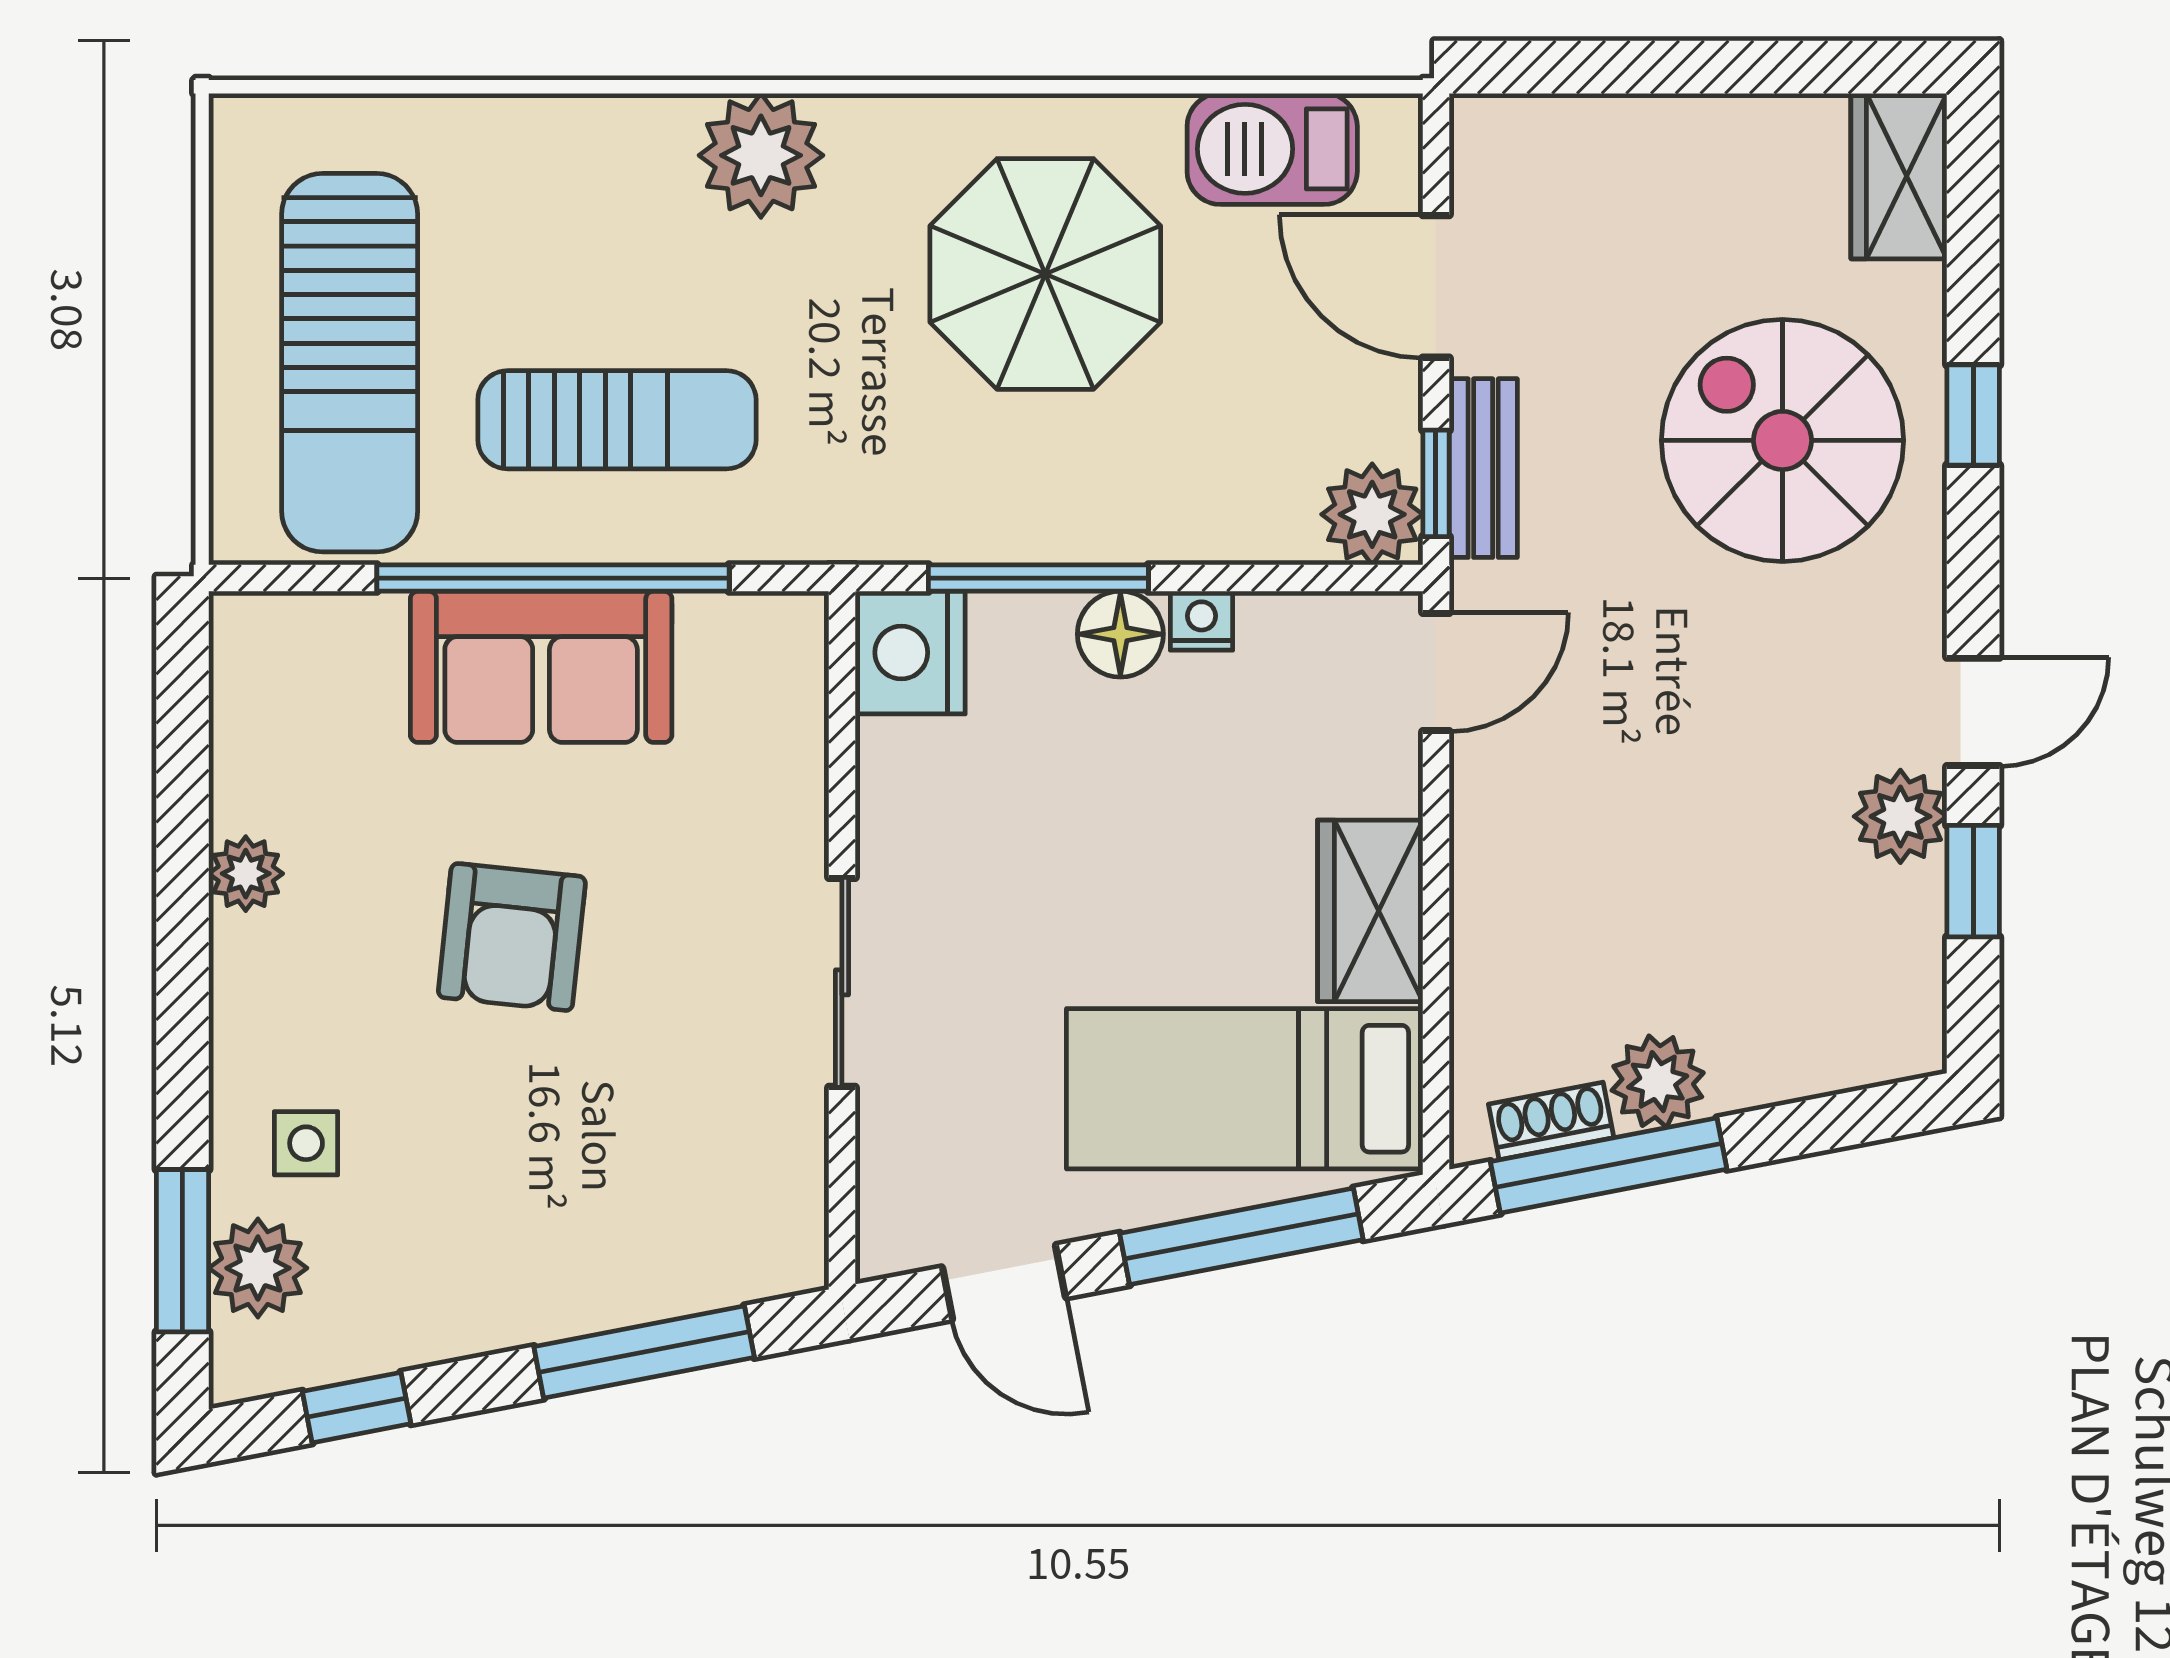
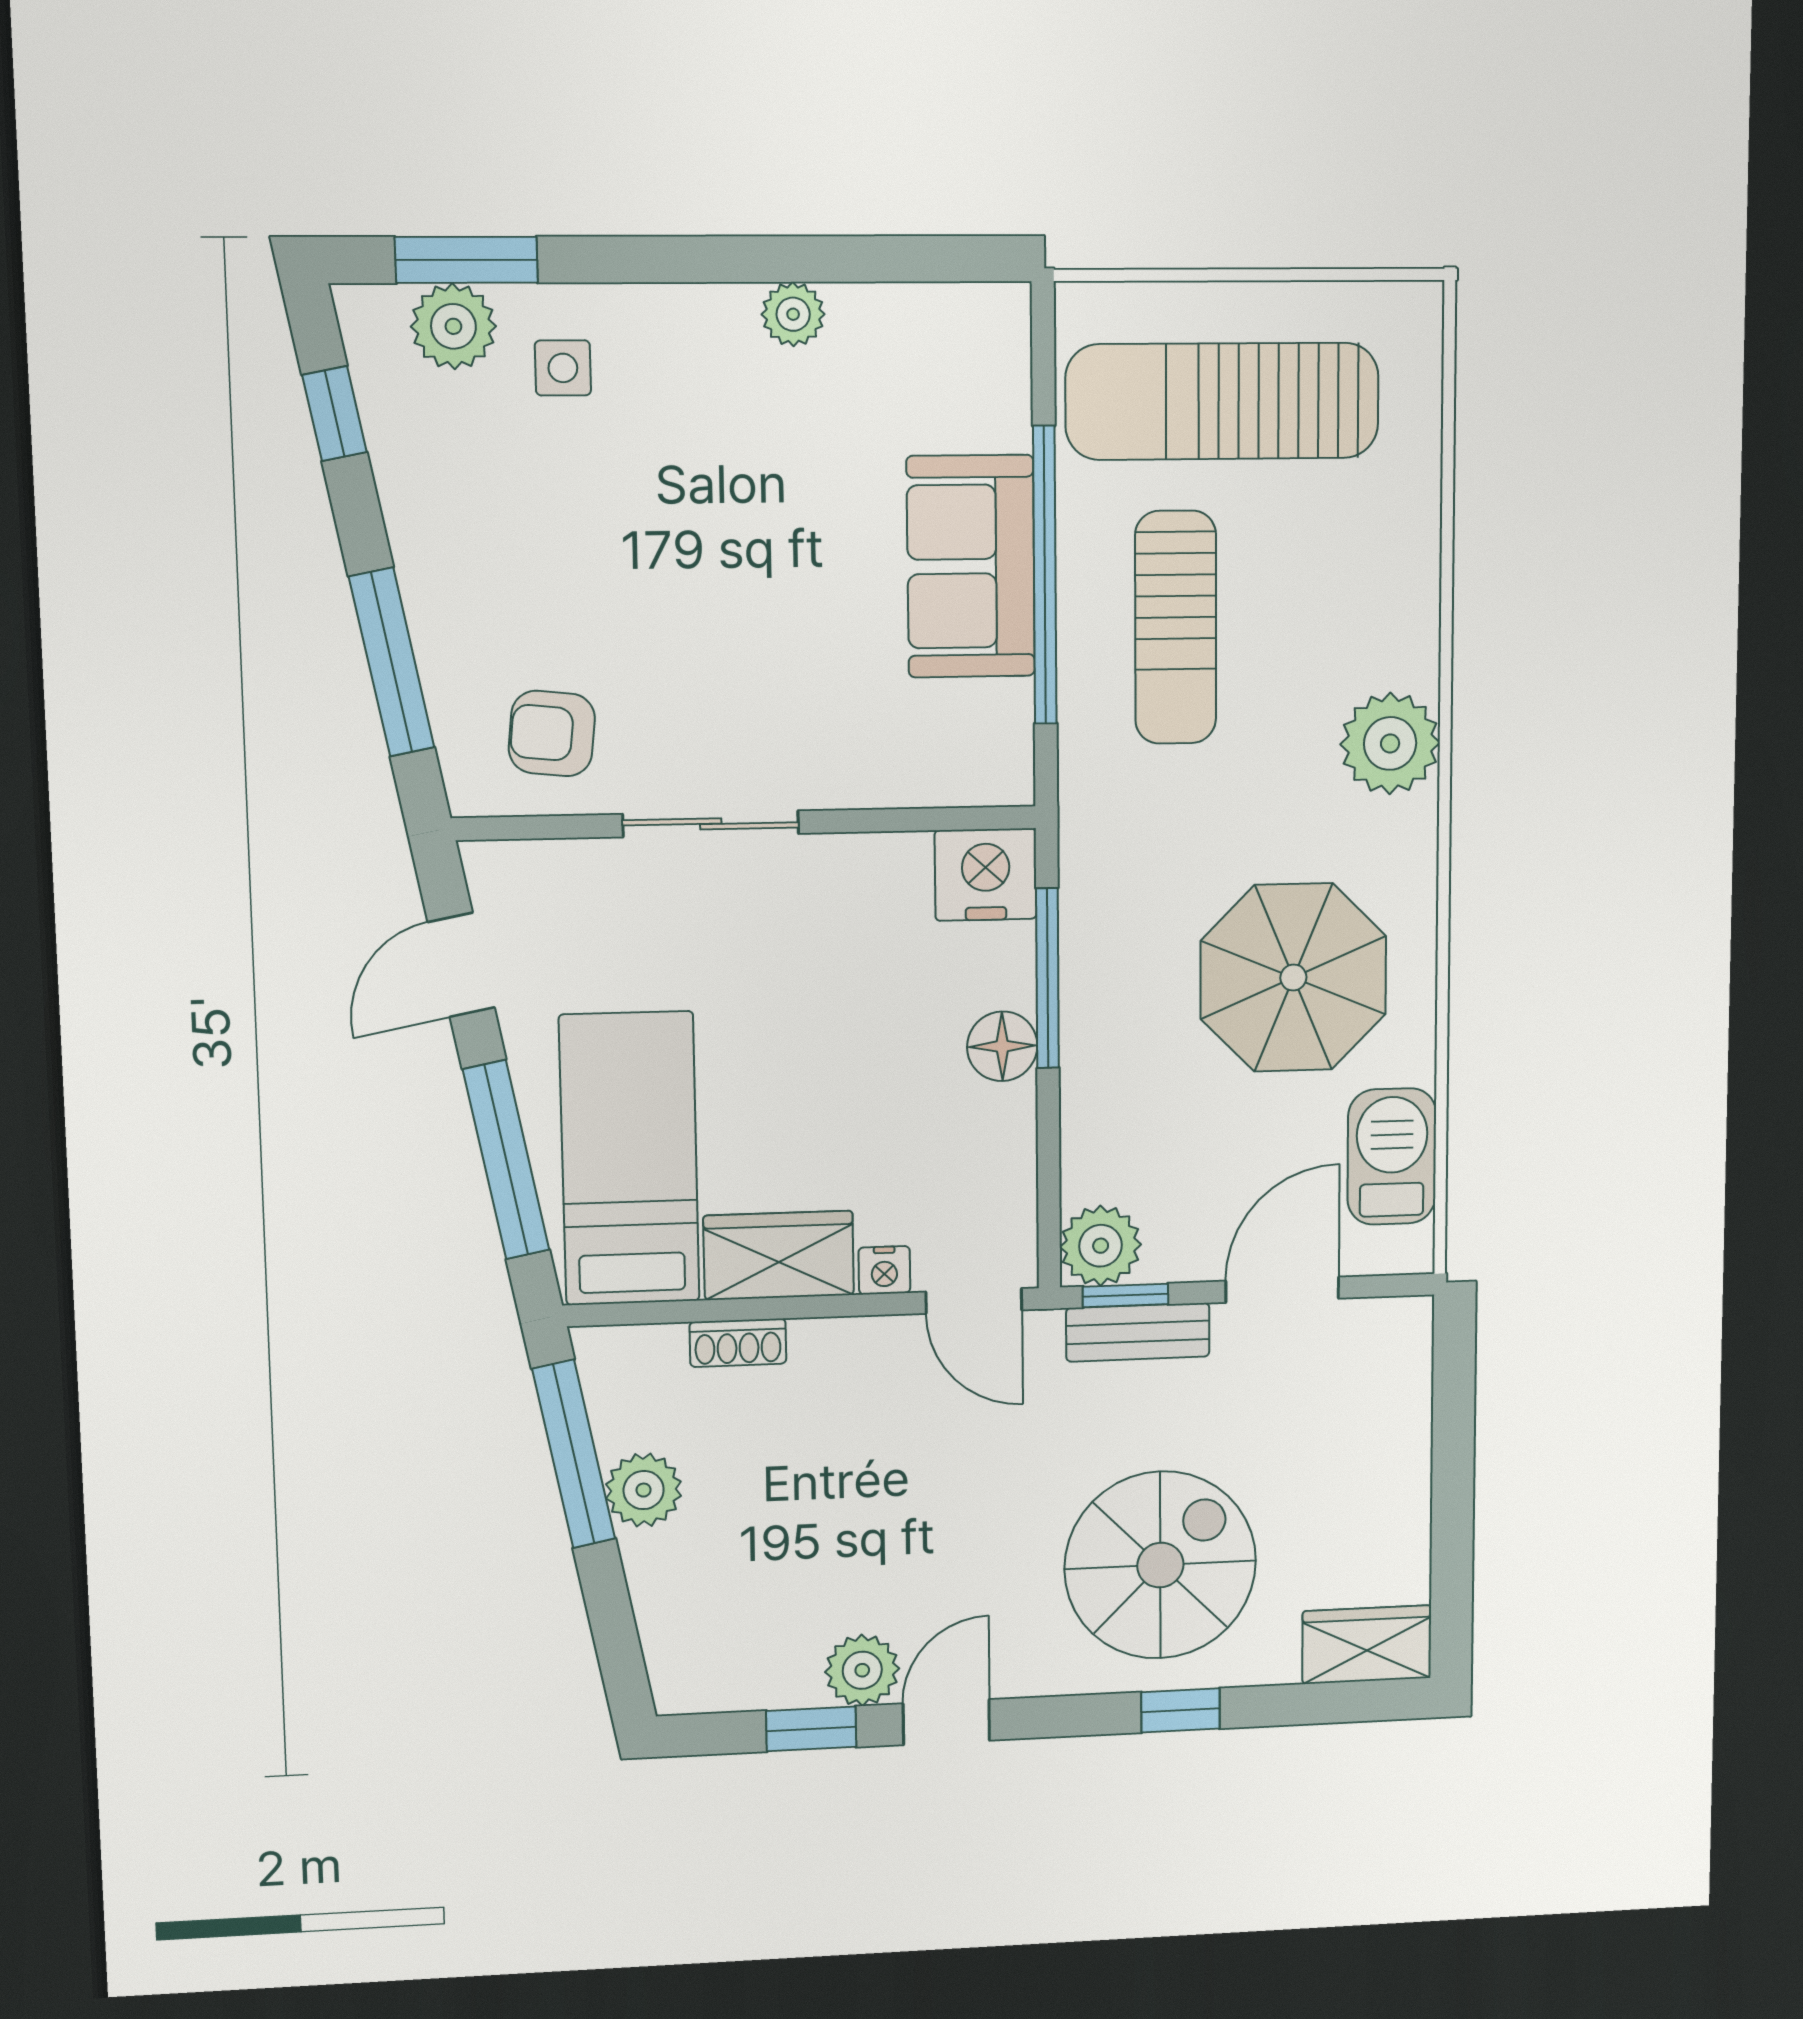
nightstand: (1202, 621) -> (884, 1270), moved, turned 90
door: (1973, 712) -> (946, 1722), swing flipped
armchair: (512, 937) -> (552, 733), moved, width x0.72, depth x0.72
shoe rack: (1551, 1121) -> (738, 1343), moved, turned 101

